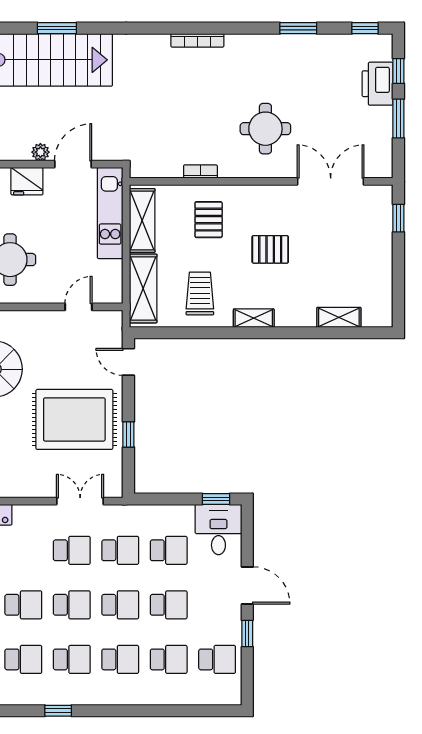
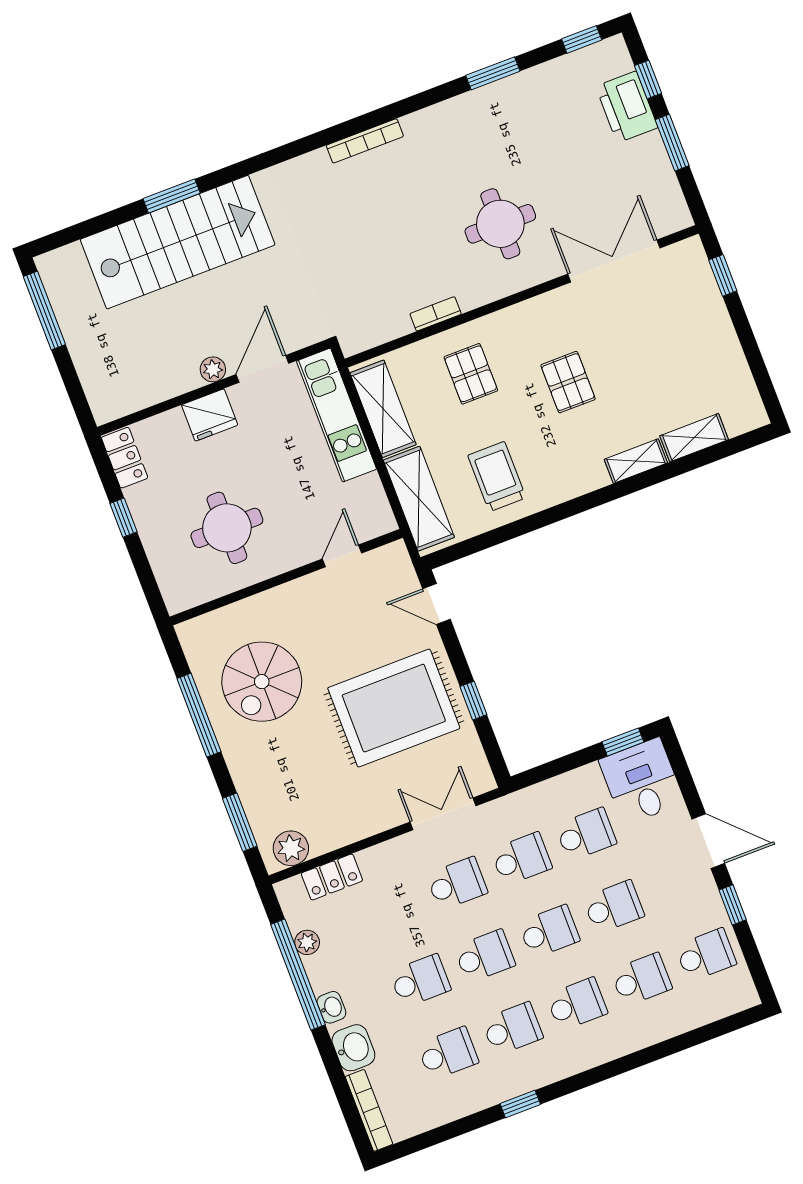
pallet: (270, 249) -> (568, 382), turned 90
shelving: (254, 318) -> (636, 461), moved

